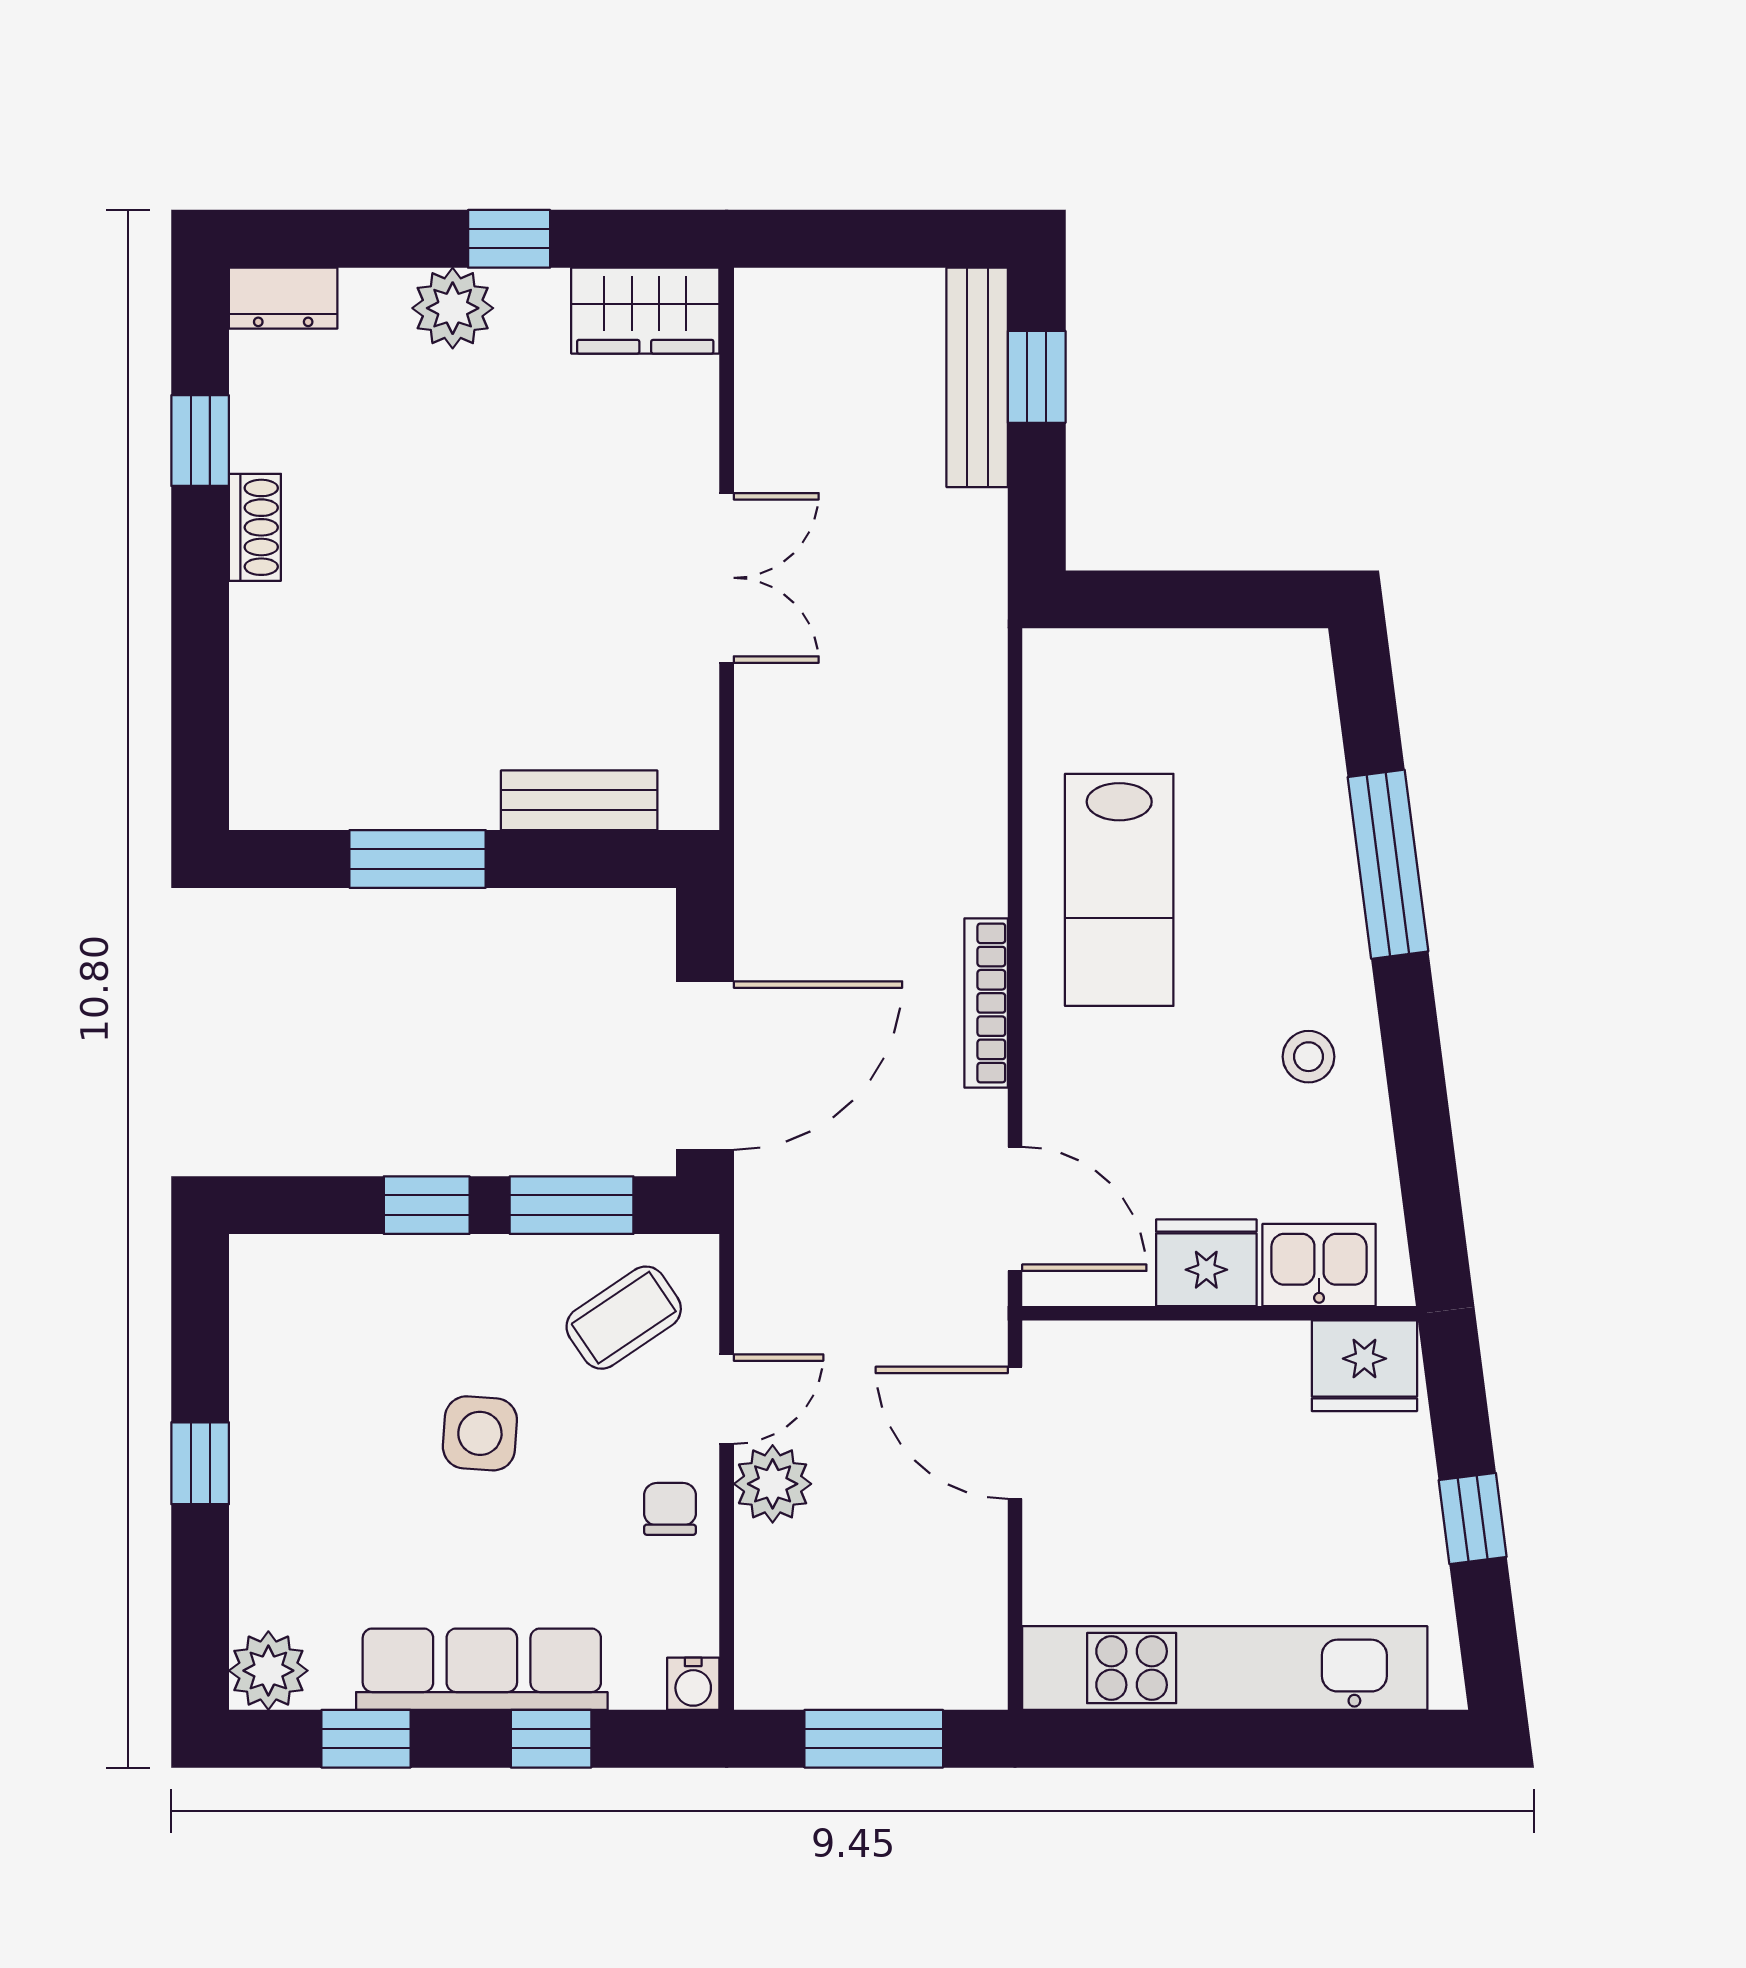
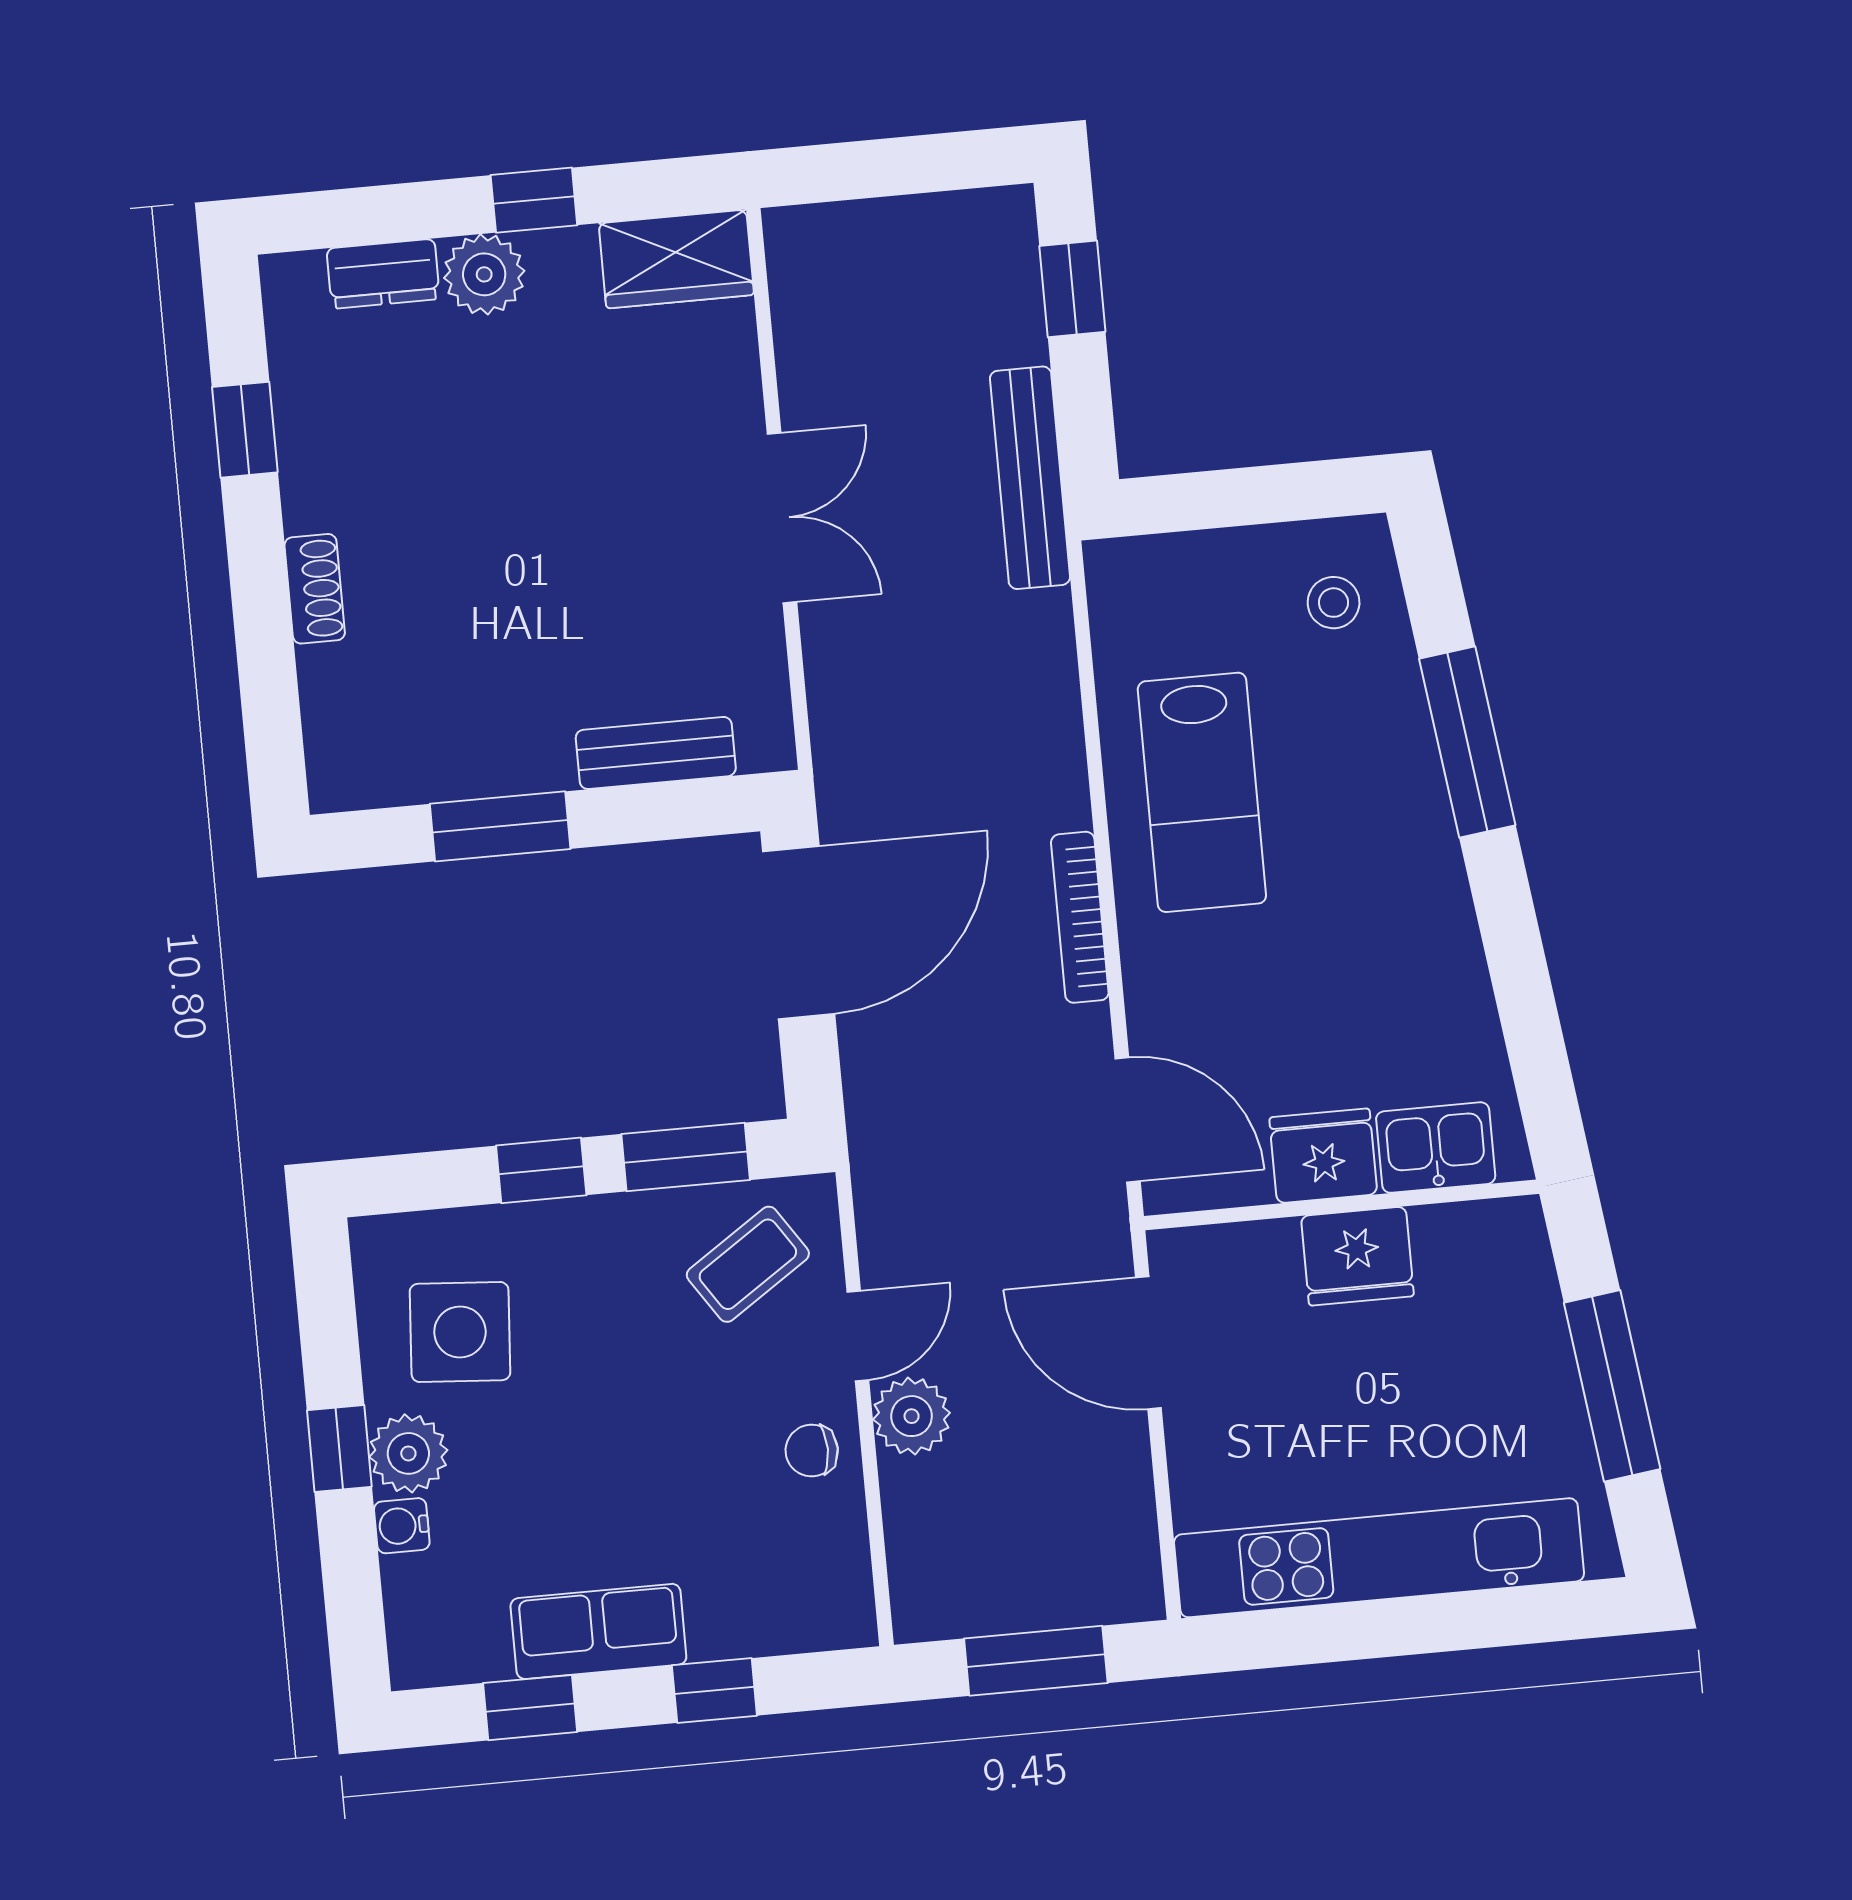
dresser: (283, 298) -> (383, 274), moved
bench: (977, 377) -> (1030, 478), moved
shoe rack: (255, 527) -> (315, 589), moved
stool: (1309, 1057) -> (1334, 603), moved
door: (705, 1066) -> (799, 932), moved
fridge: (1364, 1366) -> (1357, 1256), moved
side table: (480, 1433) -> (460, 1332), moved, width x1.37, depth x1.37
chair: (670, 1509) -> (812, 1451), turned -90
window: (1473, 1519) -> (1612, 1386), width x2.17
row of seats: (482, 1669) -> (598, 1631), width x0.68
plant: (268, 1671) -> (408, 1453), moved
water cooler: (693, 1684) -> (402, 1526), moved, turned 90

